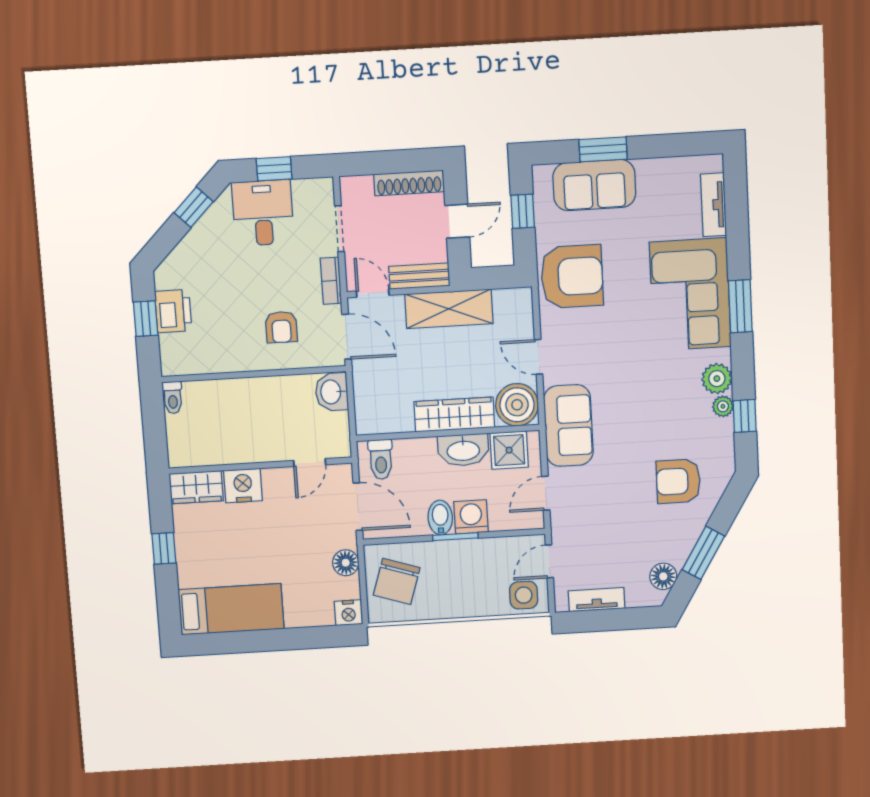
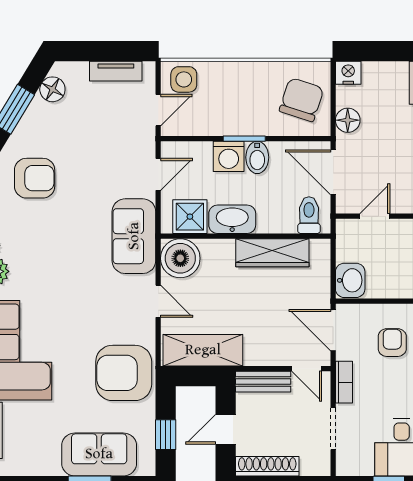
shelving: (449, 309) -> (203, 350), moved
wardrobe: (454, 414) -> (272, 253), moved

